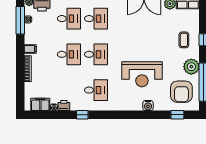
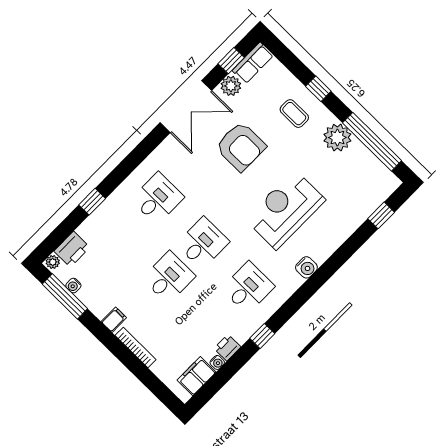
desk: (69, 19) -> (123, 233), removed
reception desk: (142, 74) -> (285, 210), turned 180
armchair: (181, 92) -> (241, 146), moved
water cooler: (148, 106) -> (306, 267), moved

